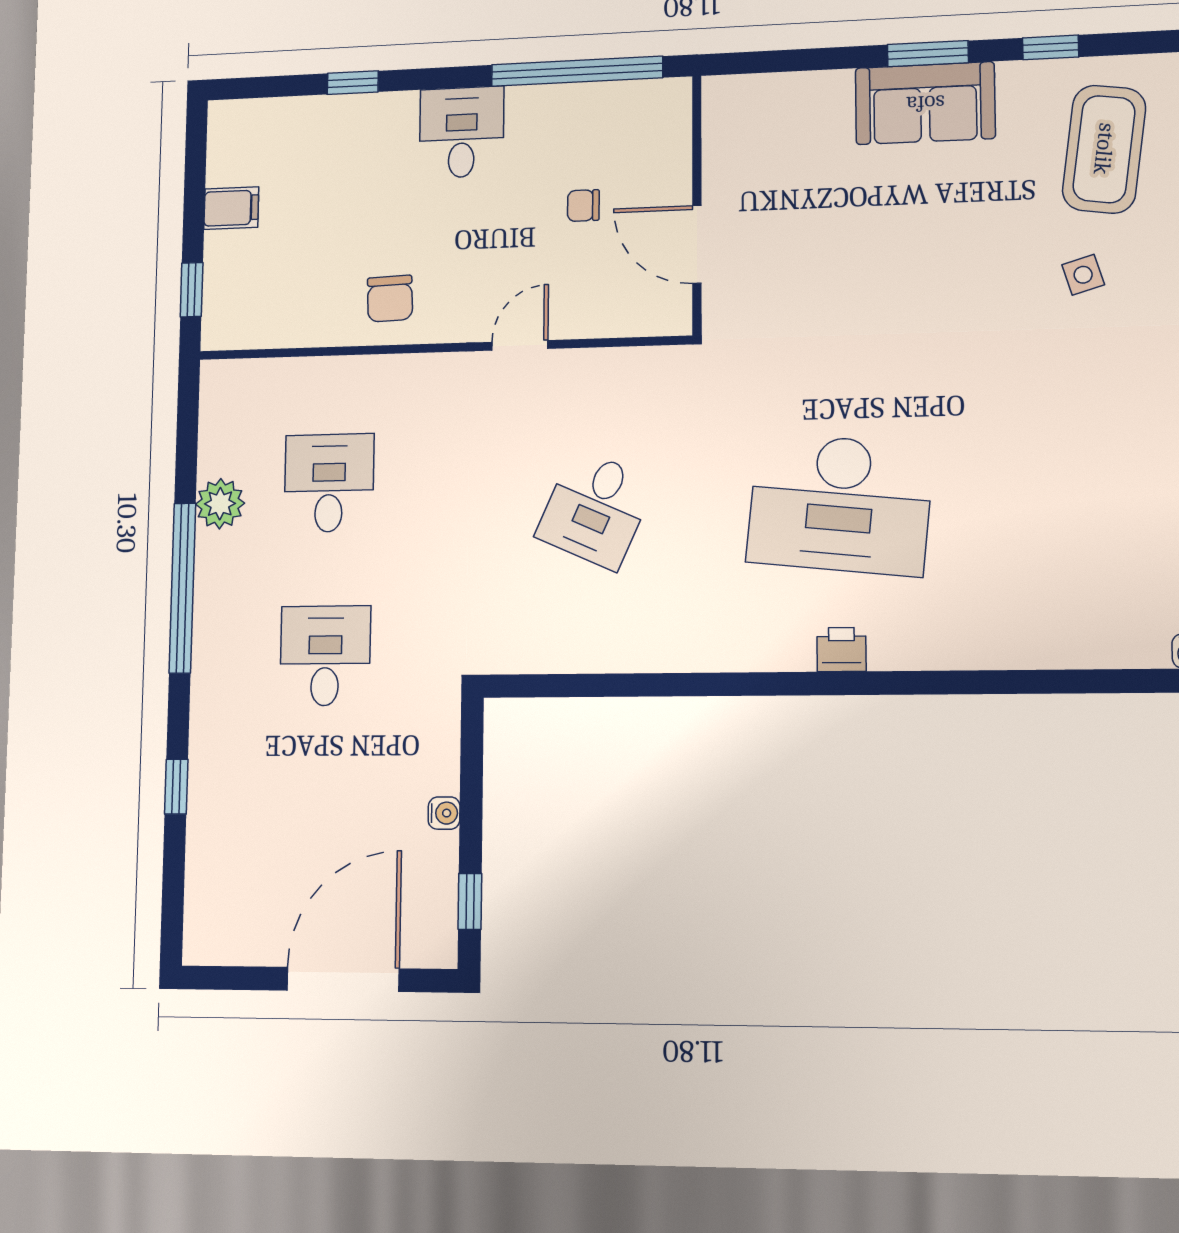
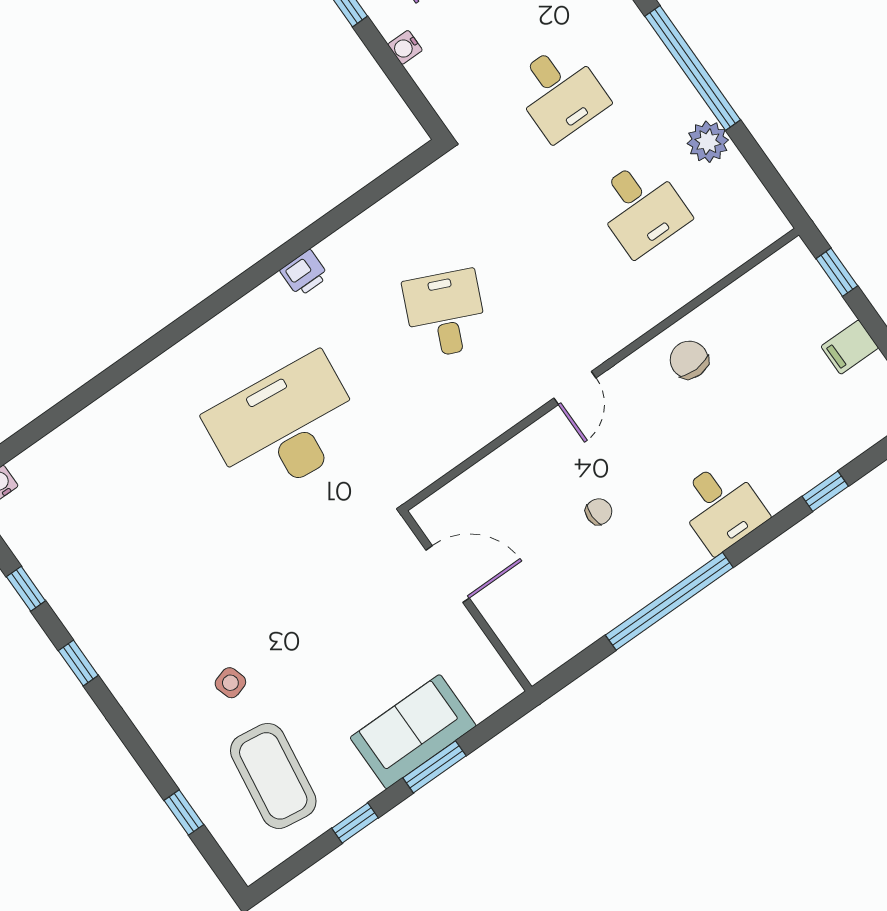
wall: (697, 205) -> (467, 601), moved
door: (697, 244) -> (448, 574), moved
printer: (841, 649) -> (304, 273), moved

